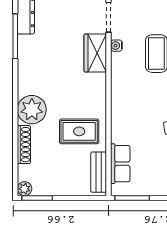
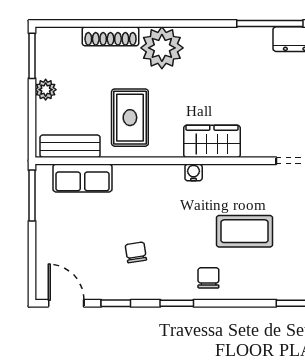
water cooler: (116, 46) -> (194, 172), moved
wardrobe: (95, 53) -> (212, 141), moved
plant: (25, 189) -> (46, 90), moved

